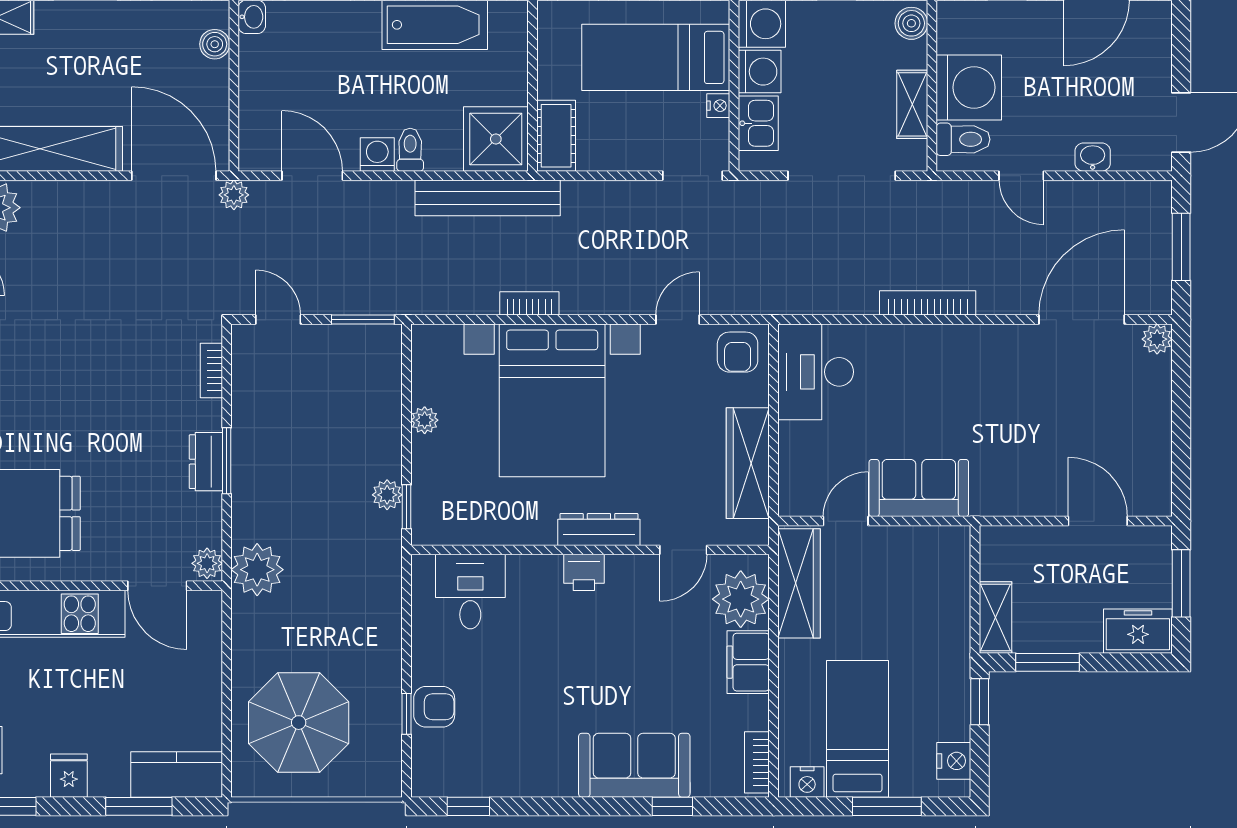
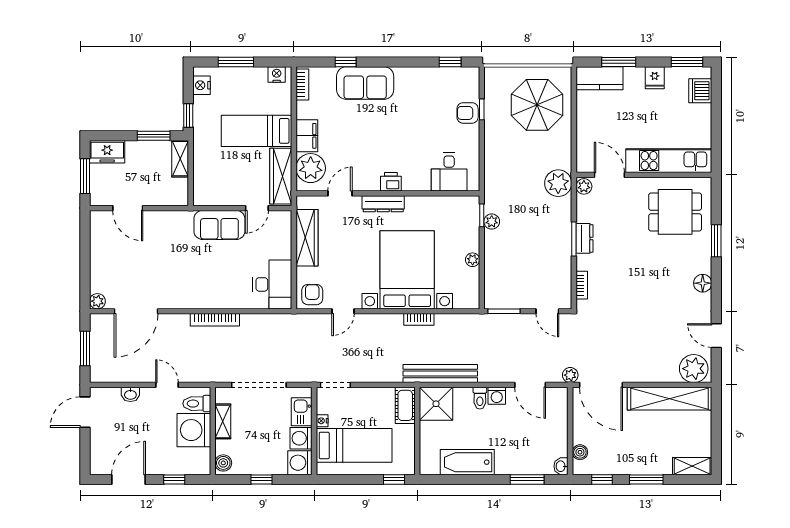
bed: (858, 729) -> (257, 131), moved, turned 90

